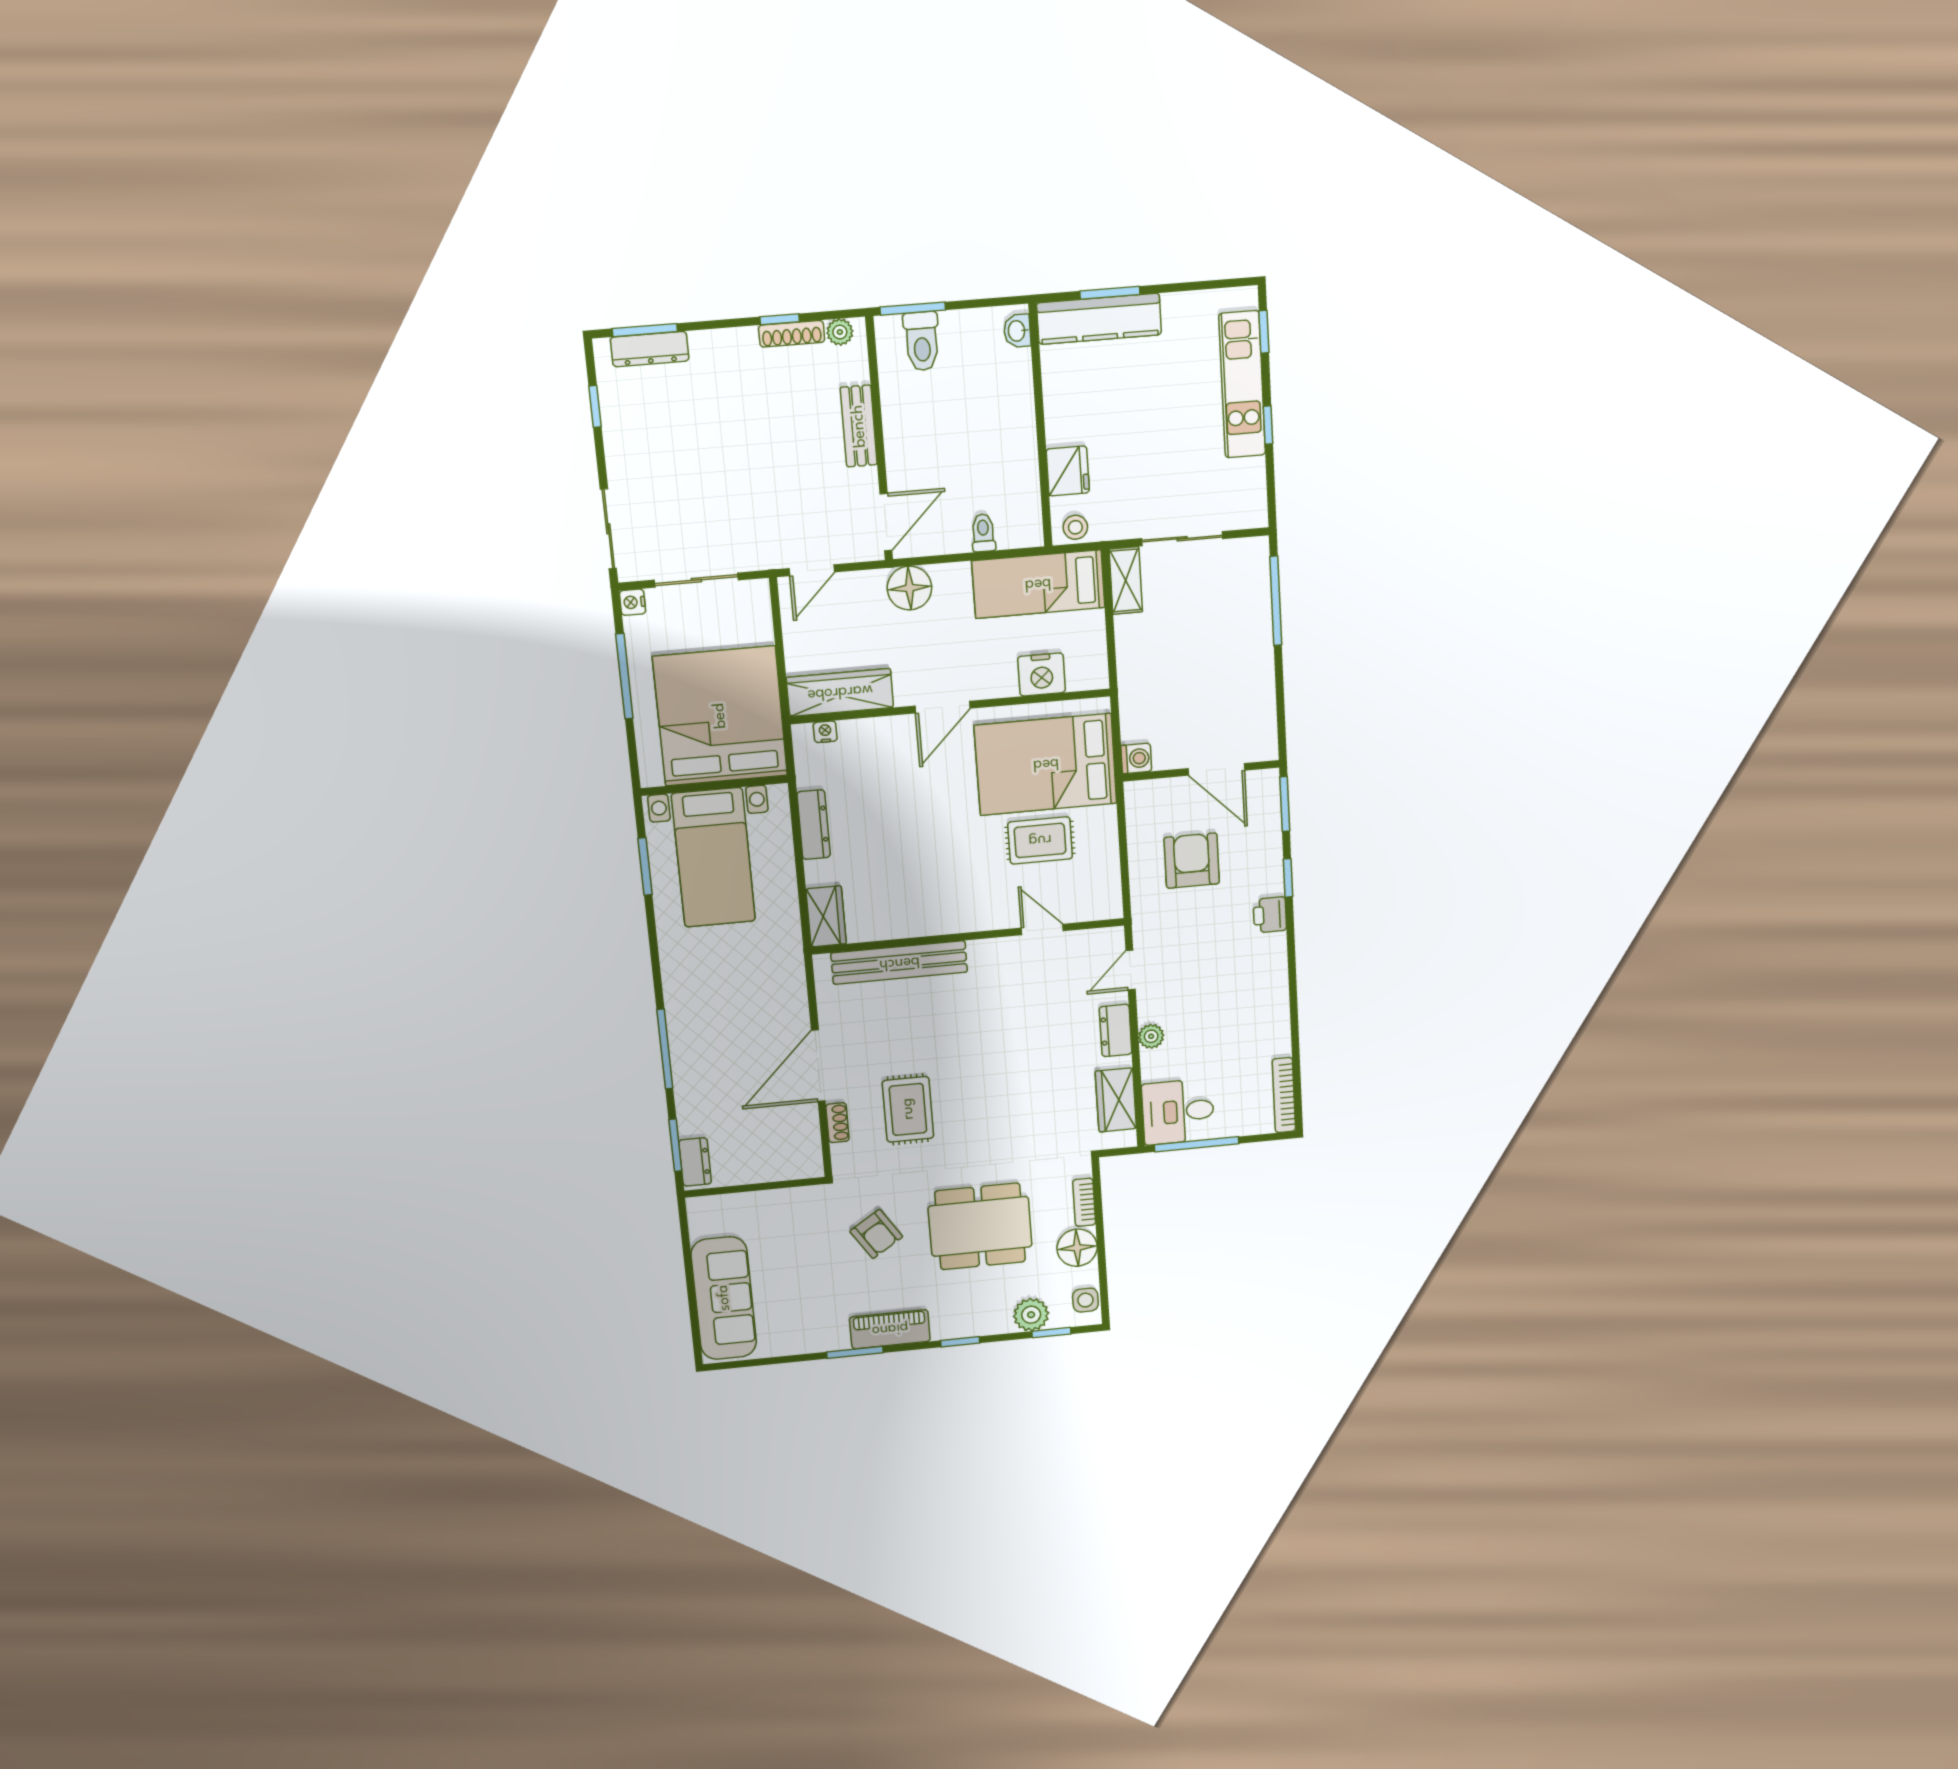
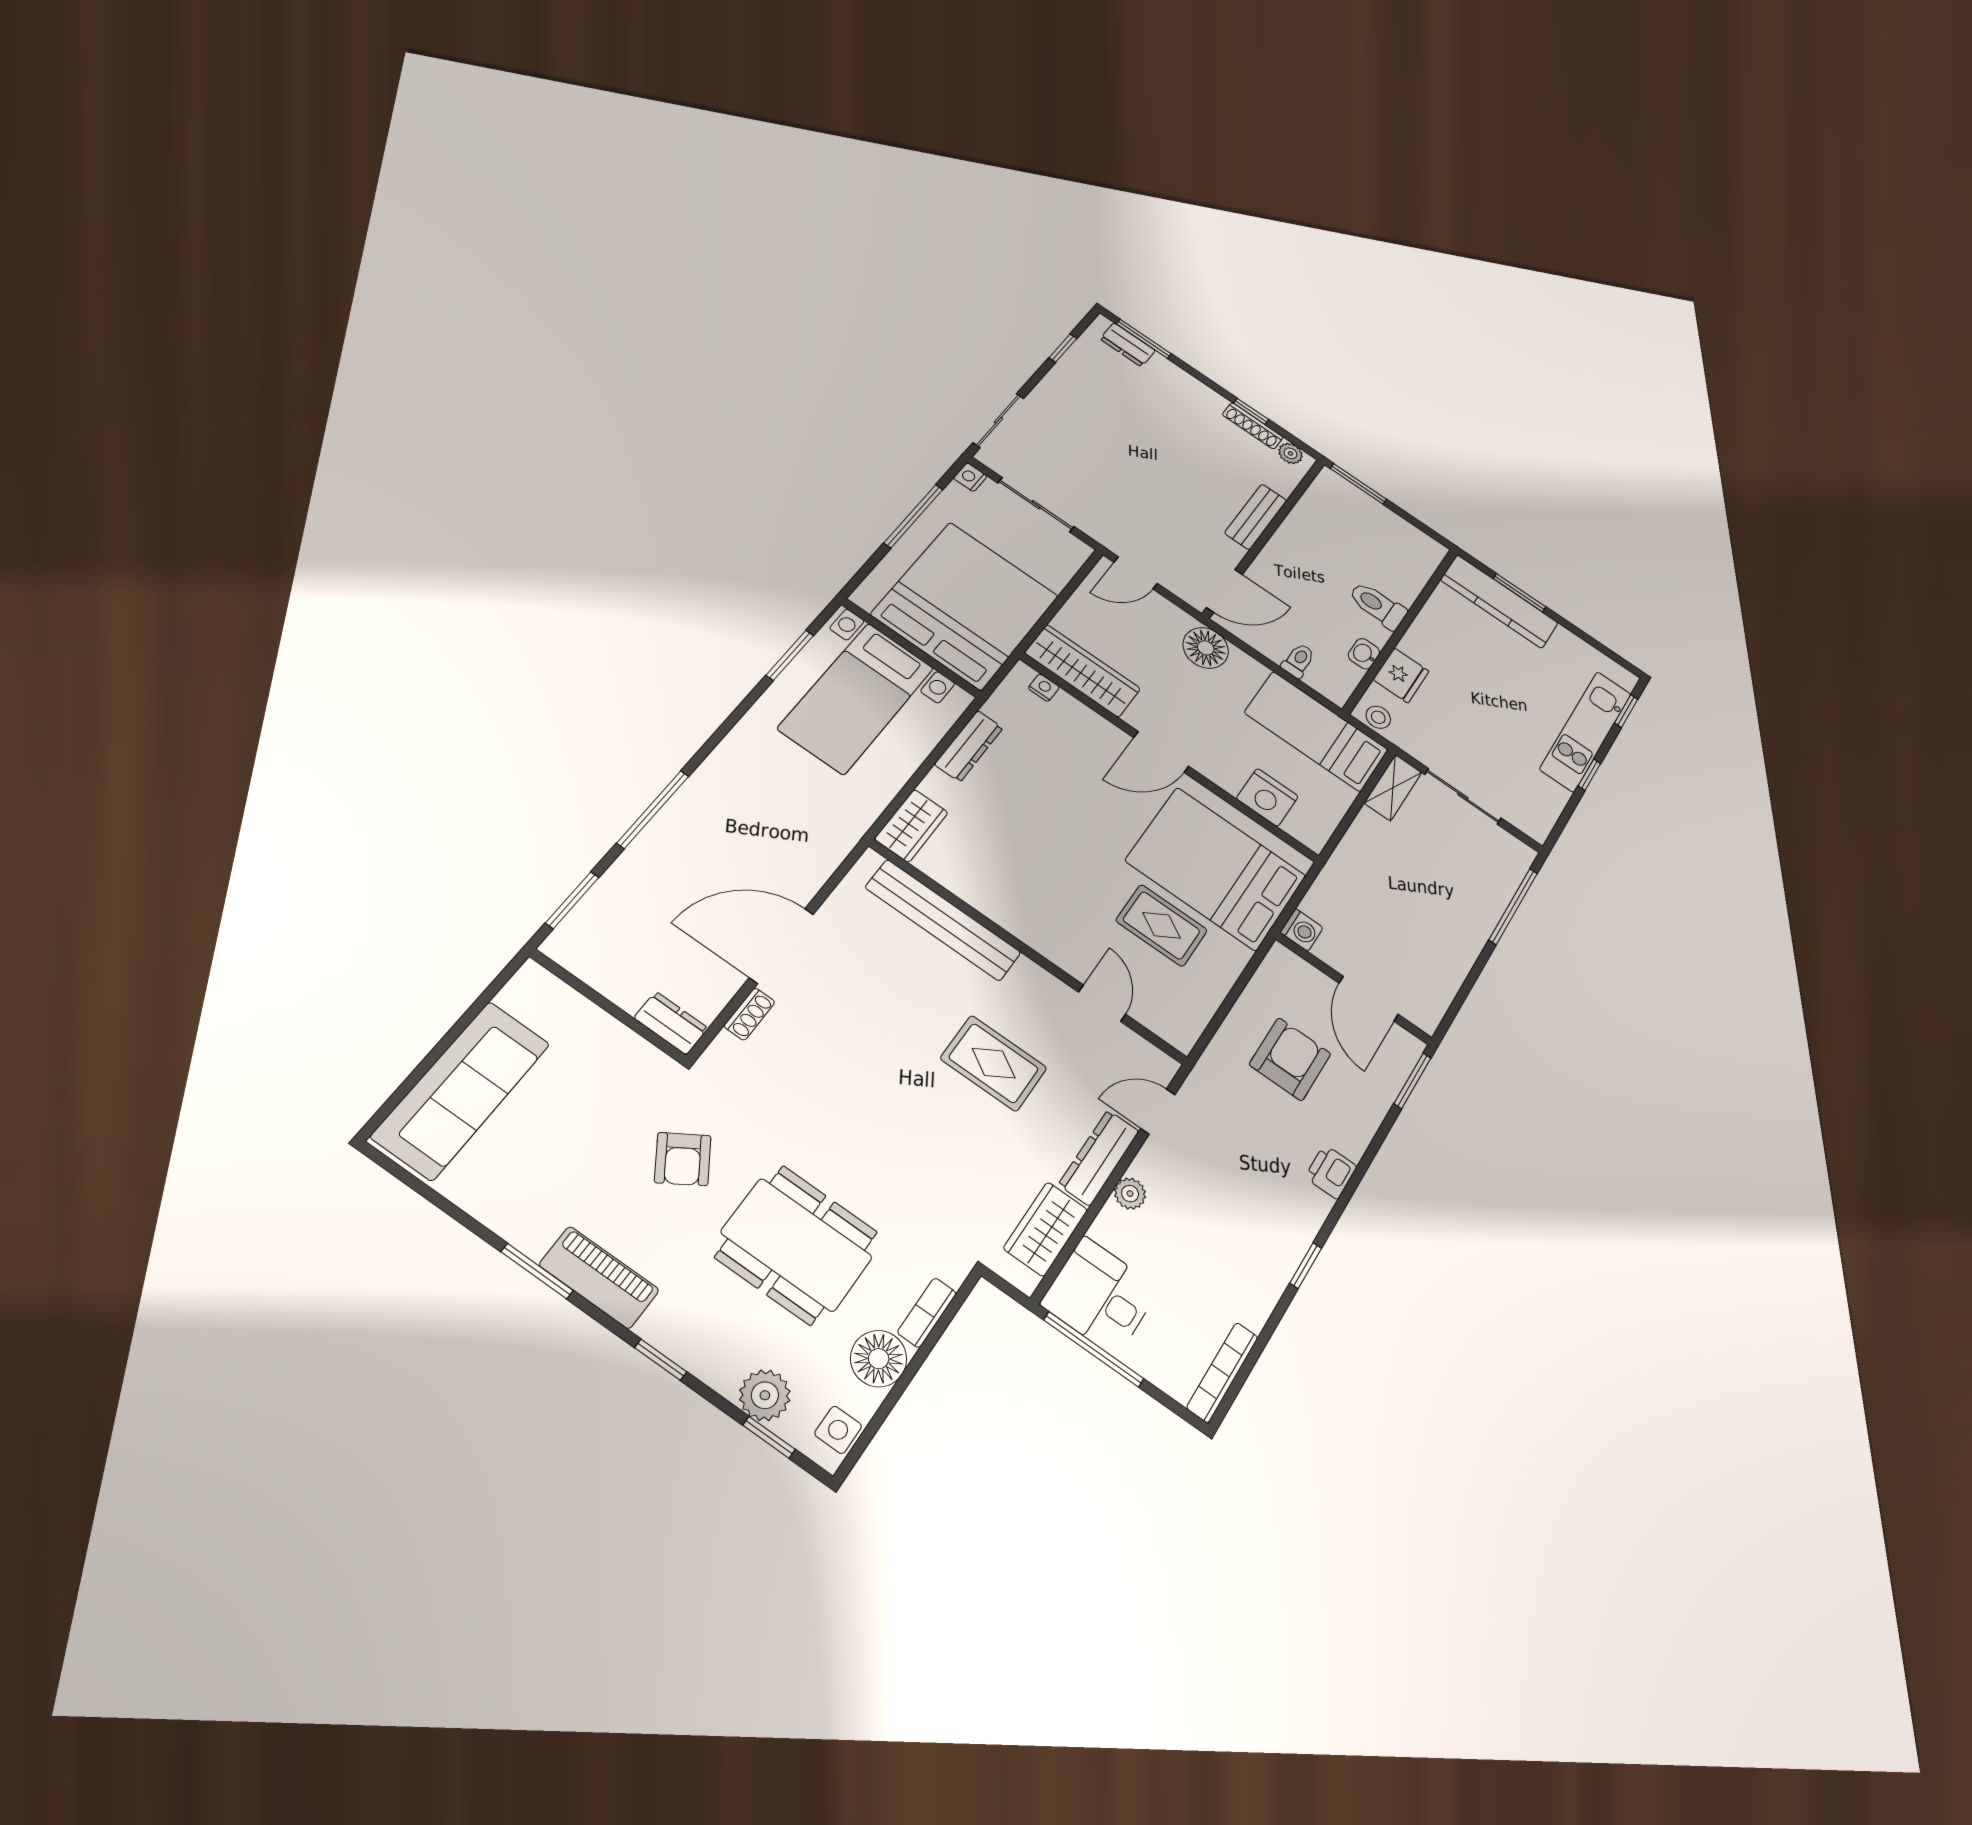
washbasin: (1017, 331) -> (1364, 654), moved
toilet: (922, 341) -> (1378, 606), moved, turned 90
dresser: (650, 349) -> (1128, 345), width x0.70
window: (1288, 878) -> (1306, 1266), moved
dresser: (1116, 1030) -> (1099, 1158), width x1.44
rug: (908, 1109) -> (994, 1063), moved, turned 90
dresser: (695, 1162) -> (671, 1023), moved, turned -90

